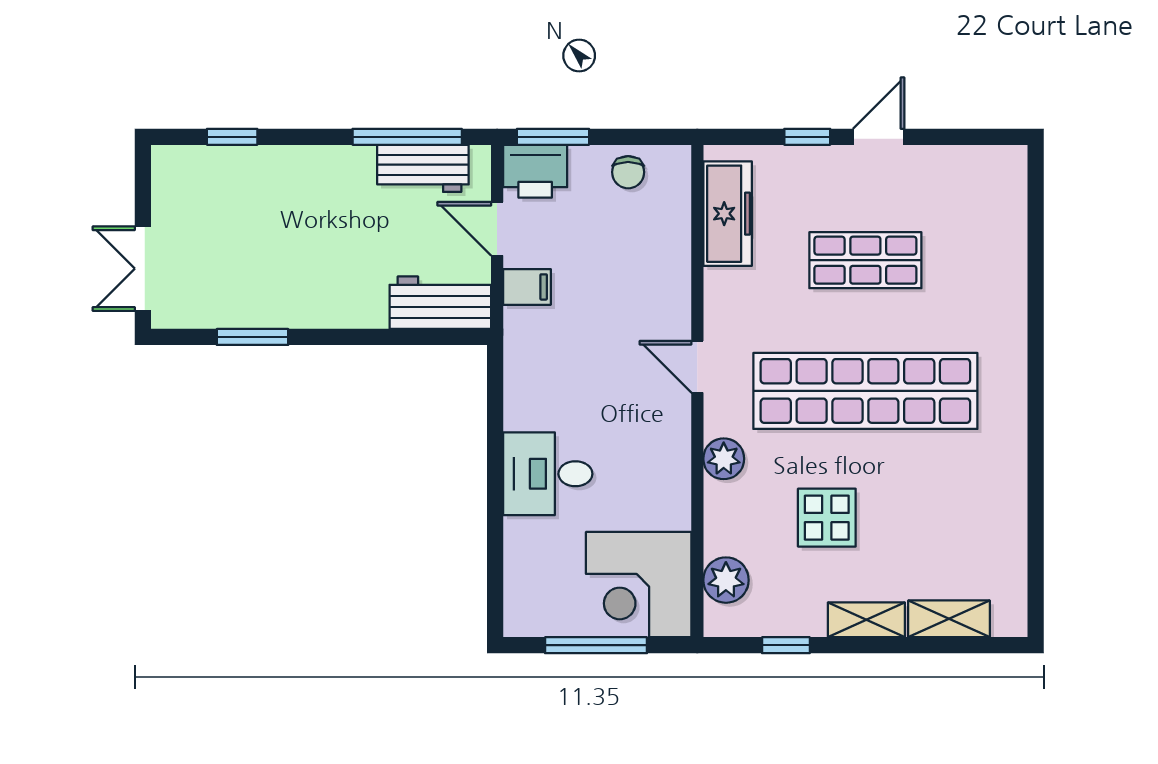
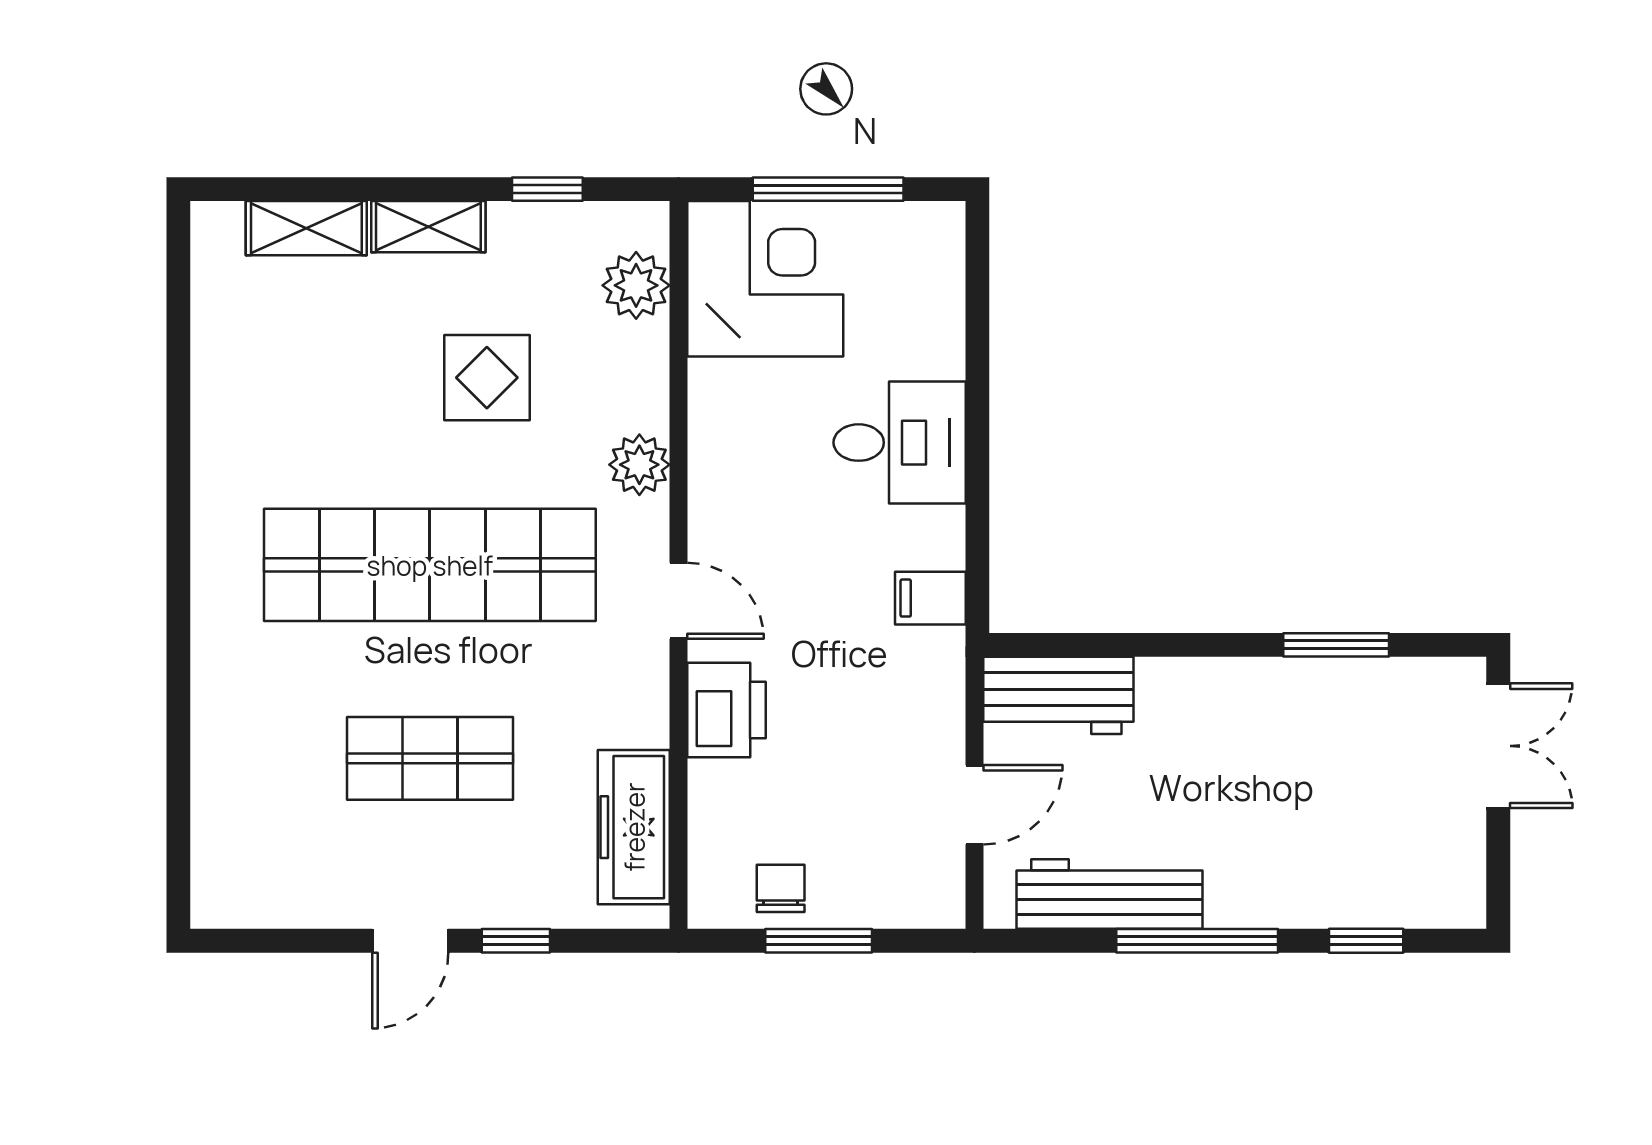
window: (407, 137) -> (1197, 941), moved
window: (553, 137) -> (819, 941), moved
workbench: (423, 168) -> (1109, 894), width x1.38
printer: (535, 171) -> (727, 710), moved, turned 90
door: (497, 229) -> (974, 805), hinge flipped
filing cabinet: (527, 287) -> (930, 598), moved

